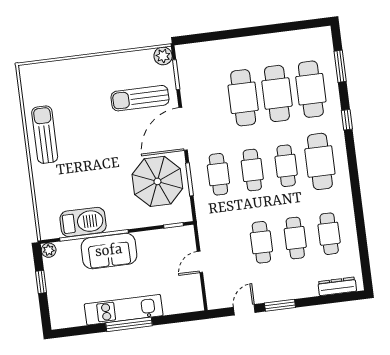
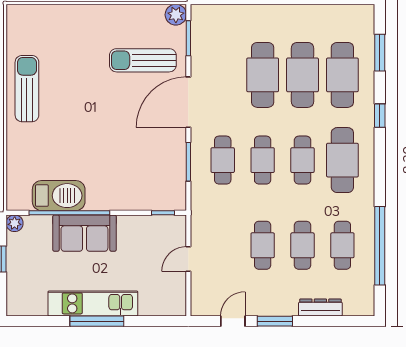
parasol: (157, 181) -> (151, 159), removed
window: (361, 230) -> (380, 246), added
dresser: (337, 286) -> (320, 308), moved

